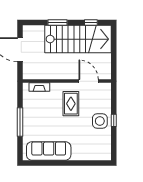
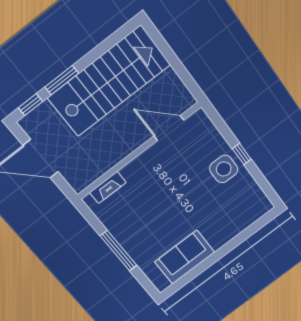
window: (91, 23) -> (30, 105), moved
rug: (71, 104) -> (168, 176), removed
sofa: (49, 151) -> (185, 257), width x0.73

